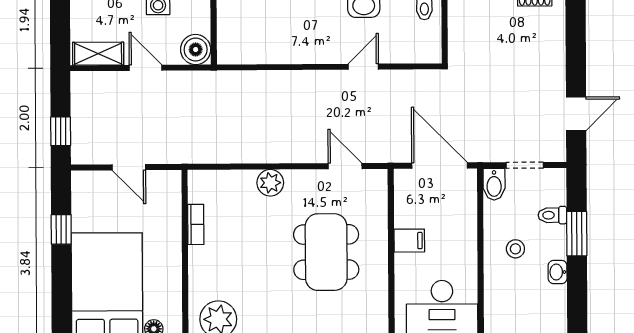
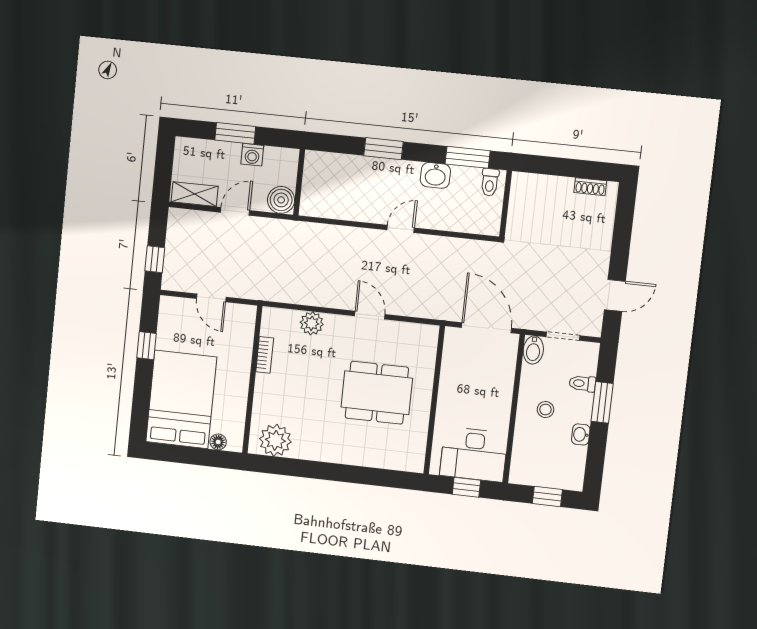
door: (363, 67) -> (401, 229), moved
door: (145, 68) -> (235, 211), hinge flipped
door: (345, 166) -> (370, 315), moved
plant: (270, 183) -> (312, 323), moved
filing cabinet: (409, 241) -> (452, 391), removed
dining table: (326, 252) -> (377, 393), turned 90

